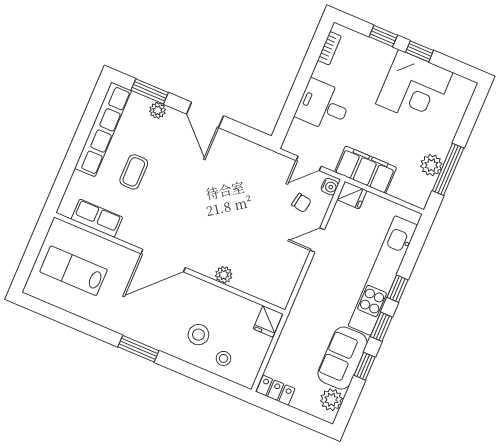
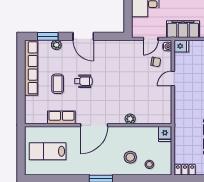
wheelchair: (176, 185) -> (83, 81), added
row of seats: (97, 218) -> (61, 117), moved

